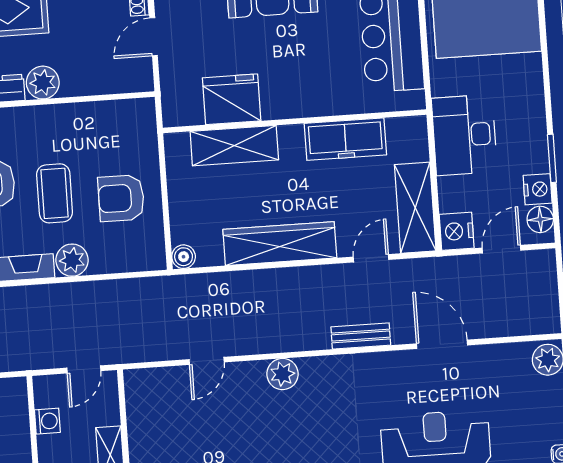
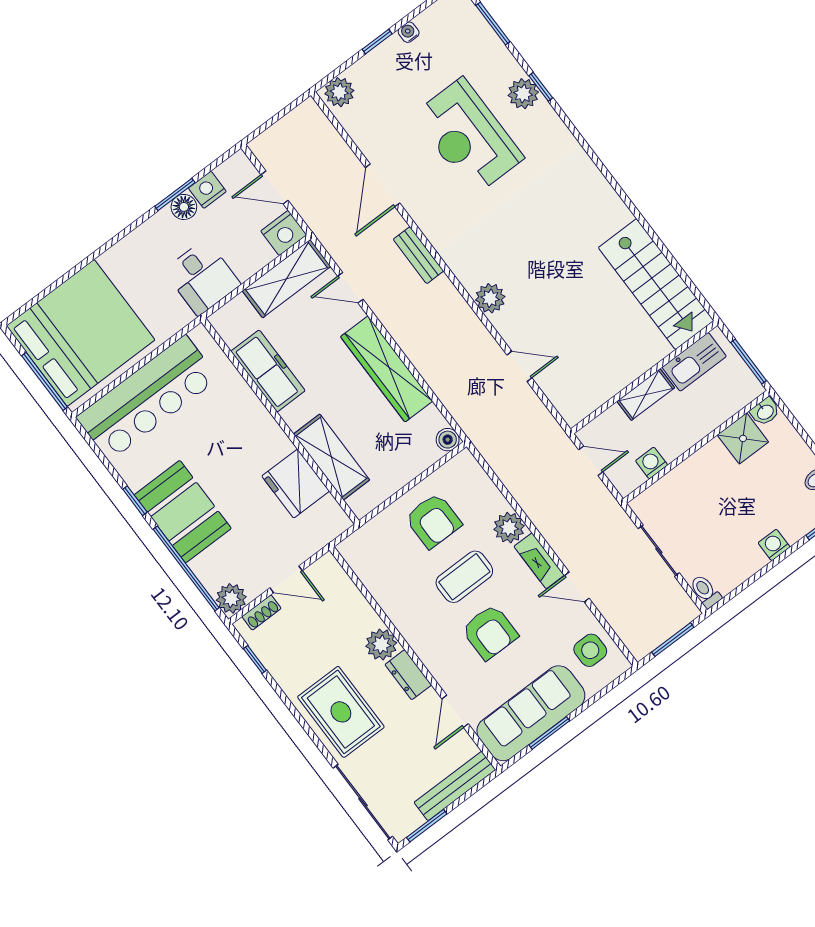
desk: (464, 135) -> (202, 277), width x0.73
floor lamp: (540, 219) -> (184, 207), moved

